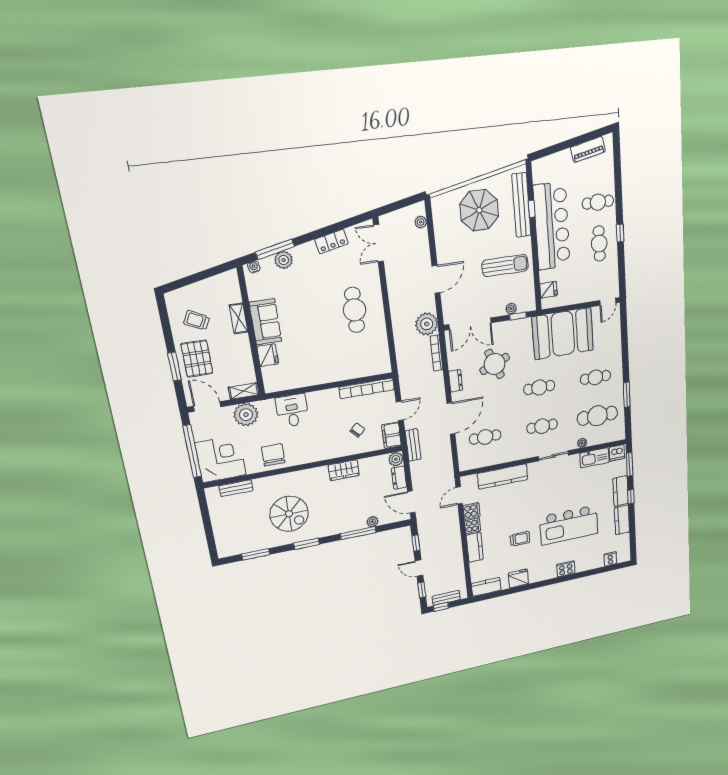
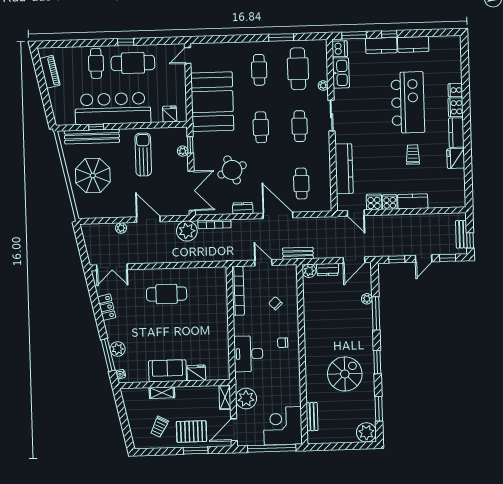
plant: (421, 222) -> (121, 228), moved
cafe table: (599, 243) -> (133, 63), width x1.37, depth x1.35
door: (608, 302) -> (188, 55), swing flipped
desk: (292, 411) -> (248, 354), width x1.37
filing cabinet: (391, 435) -> (285, 273), removed
chair: (273, 455) -> (283, 343), moved, width x0.54, depth x0.54
wardrobe: (344, 470) -> (312, 320), removed
plant: (227, 547) -> (366, 432), added
cooker: (610, 559) -> (455, 90), moved
kitchen counter: (486, 587) -> (456, 133), moved

